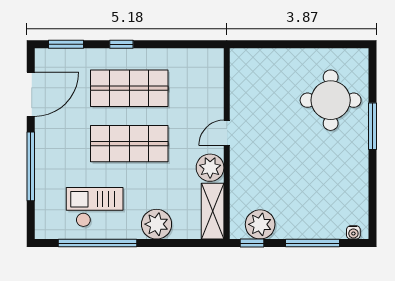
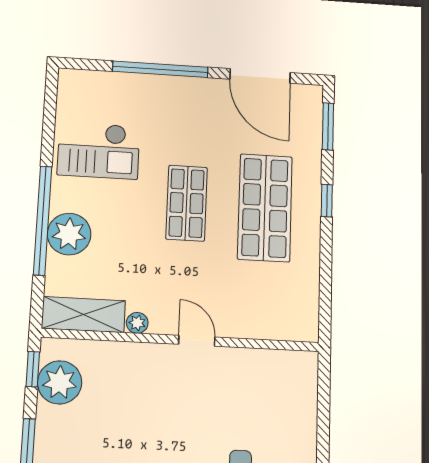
shop shelf: (129, 144) -> (187, 203), width x0.70, depth x0.74
plant: (210, 168) -> (137, 323), width x0.53, depth x0.53
checkout: (95, 207) -> (99, 151), turned 90
window: (98, 243) -> (43, 220), moved

